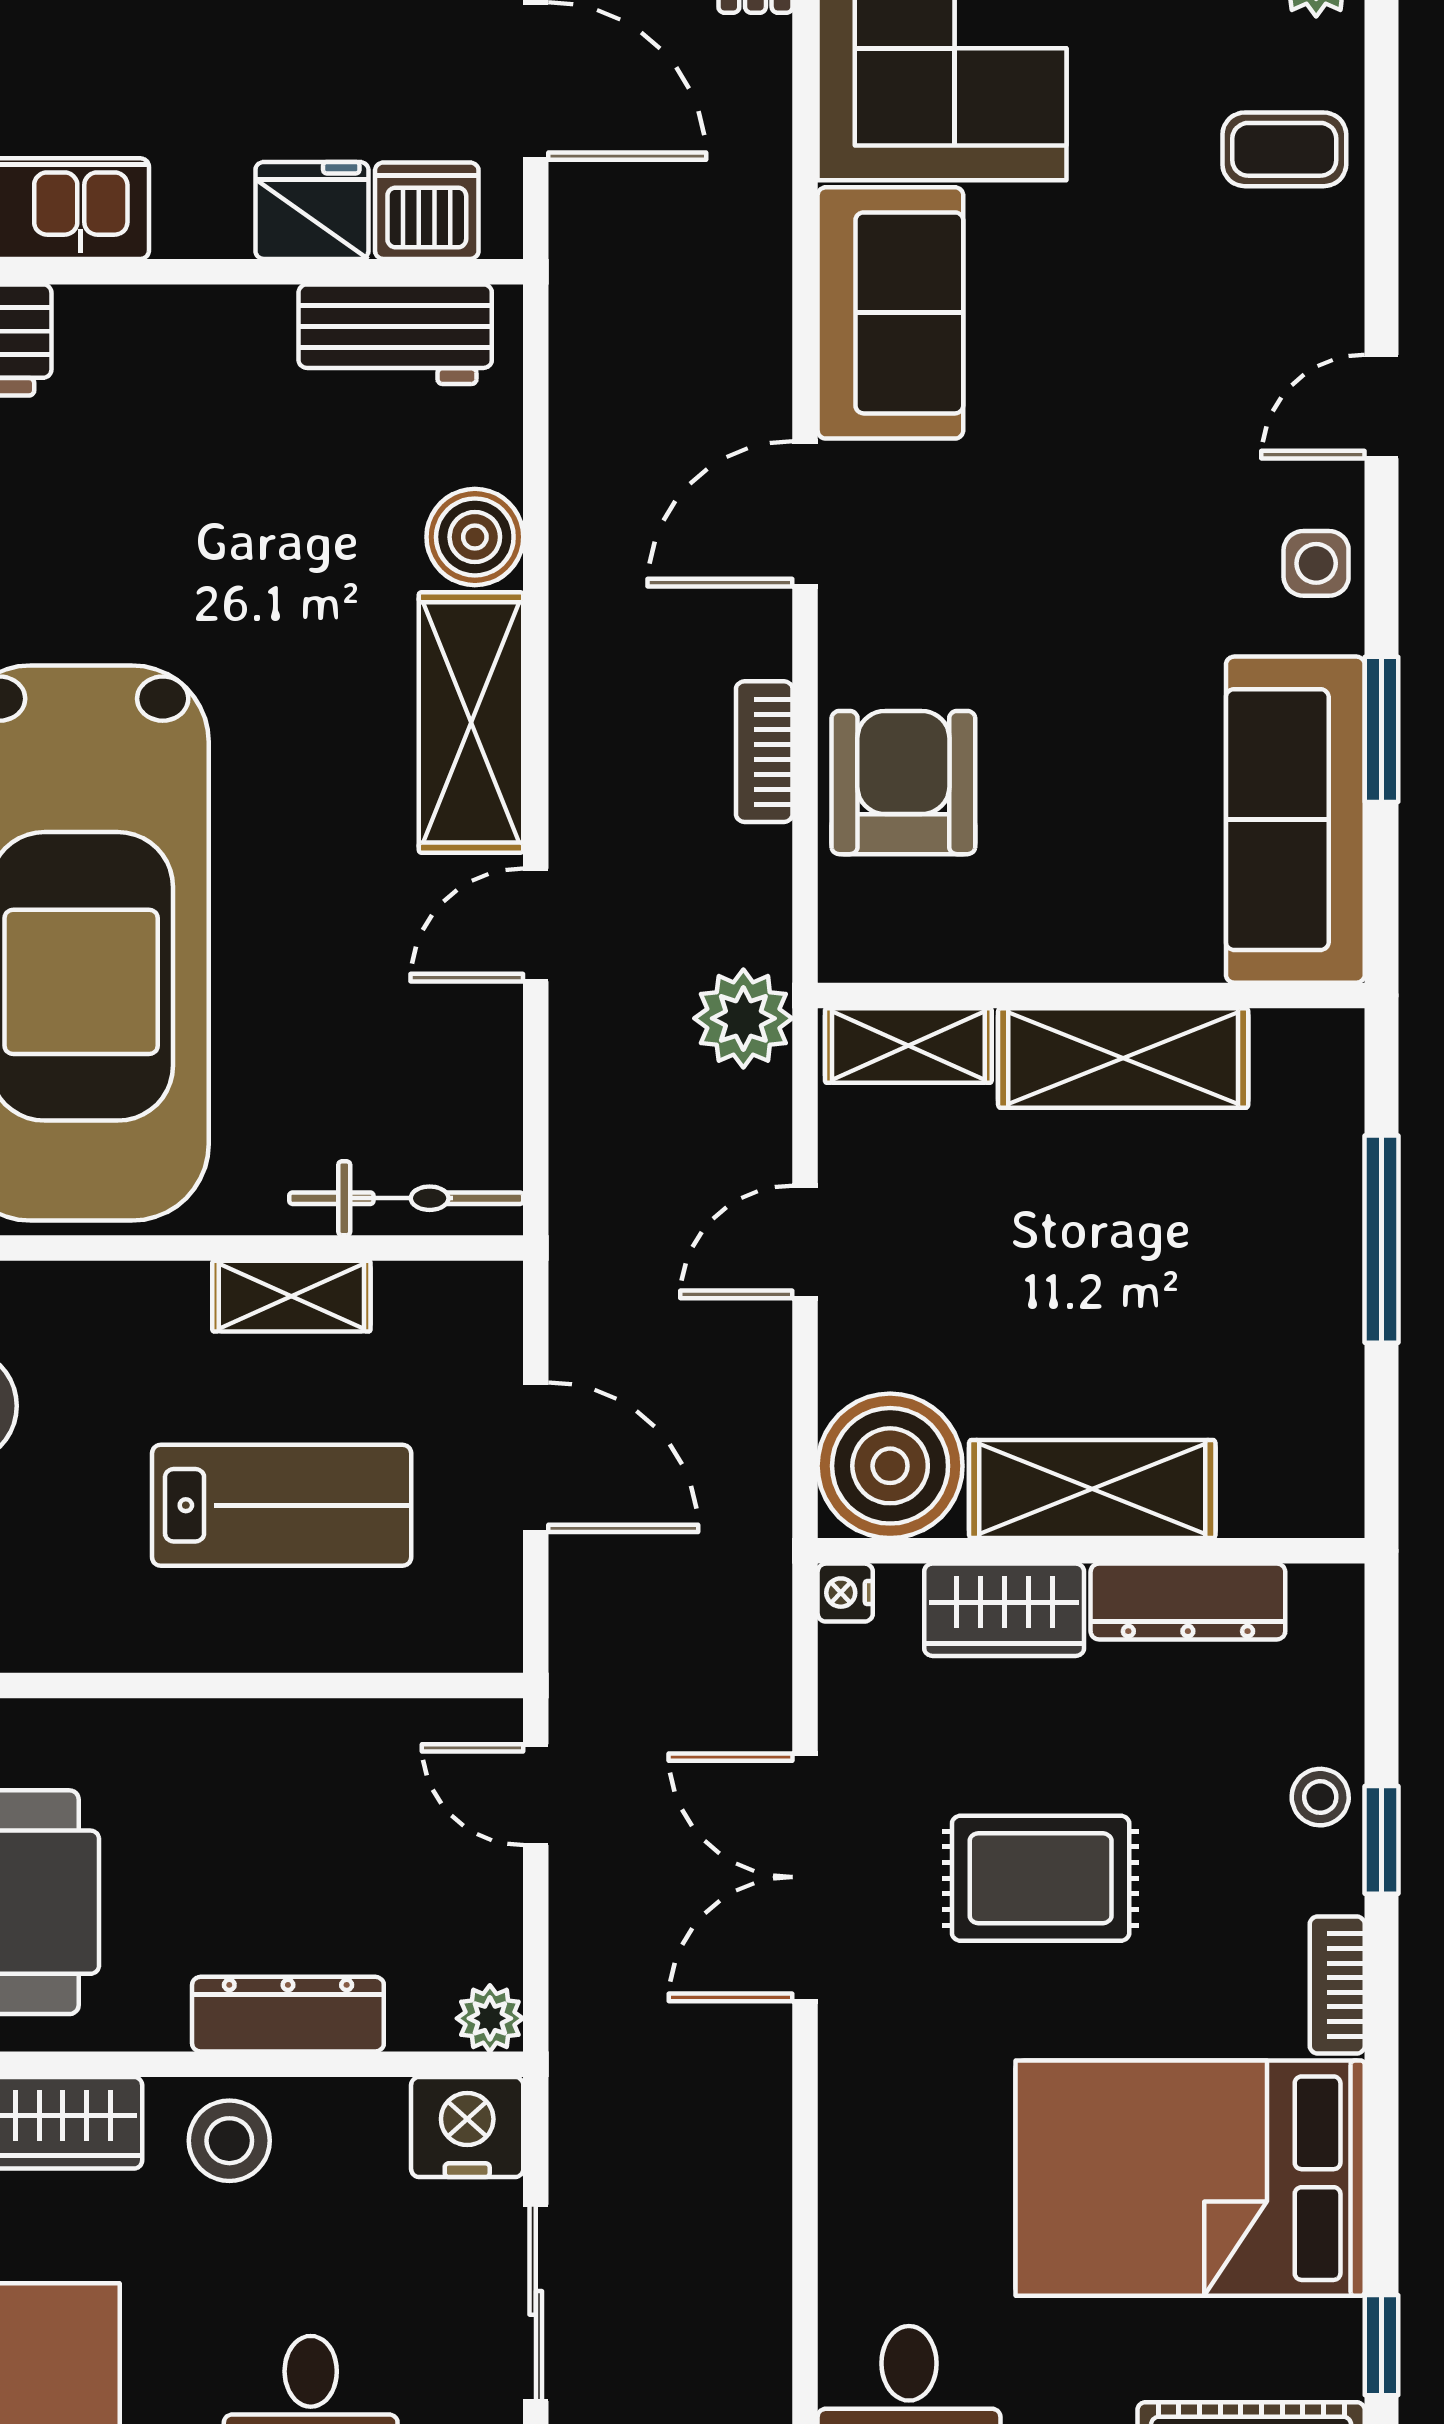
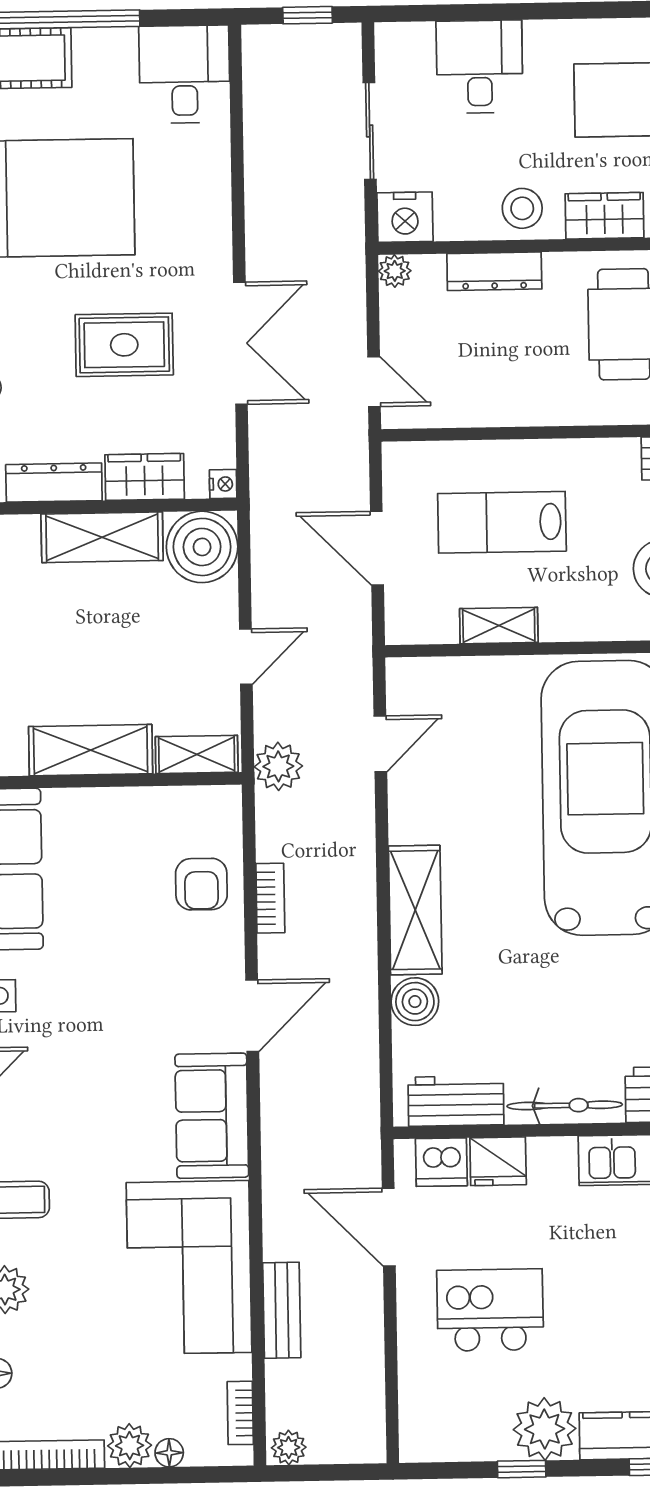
armchair: (903, 783) -> (201, 884), width x0.72, depth x0.72
door: (536, 925) -> (380, 744), moved
bicycle: (406, 1198) -> (565, 1105), moved, turned 180

